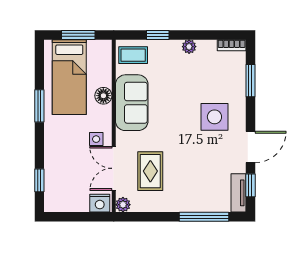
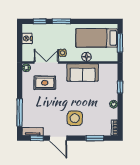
coffee table: (133, 55) -> (109, 73), removed
window: (39, 106) -> (61, 21), moved
nightstand: (100, 203) -> (27, 38), moved

